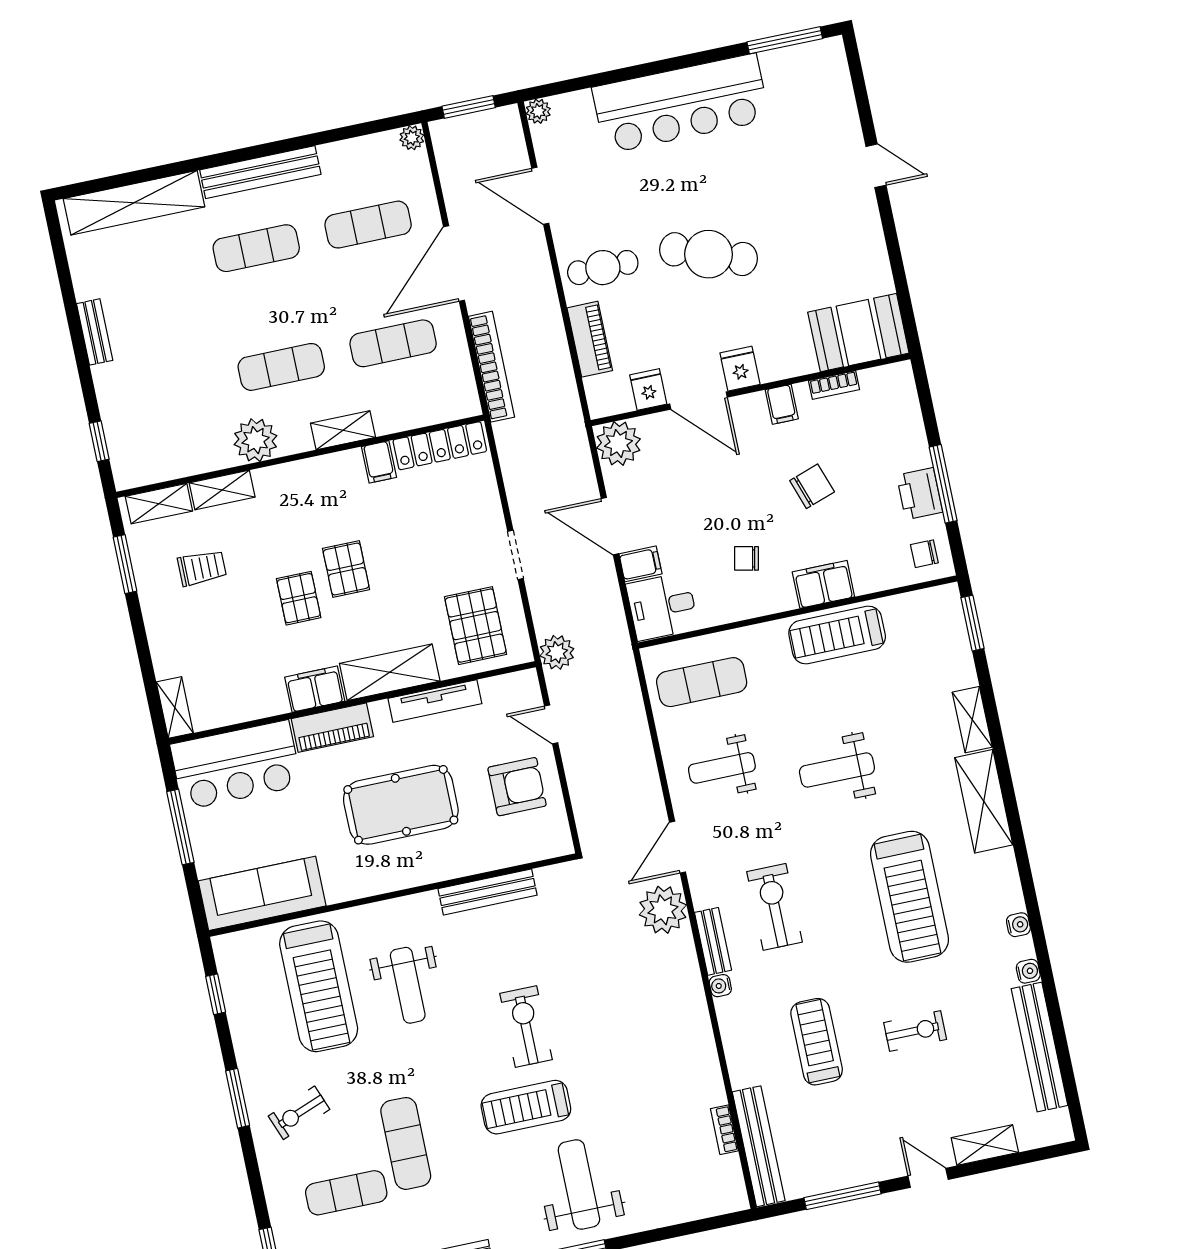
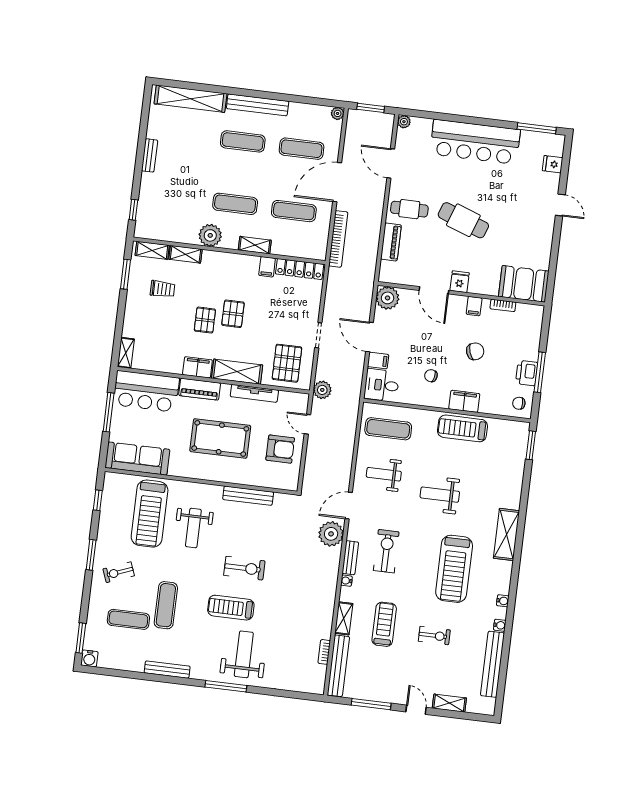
fridge: (648, 389) -> (553, 164), moved, turned -90
shelving: (972, 720) -> (344, 618), moved
exercise bike: (526, 1027) -> (244, 568), turned 90

